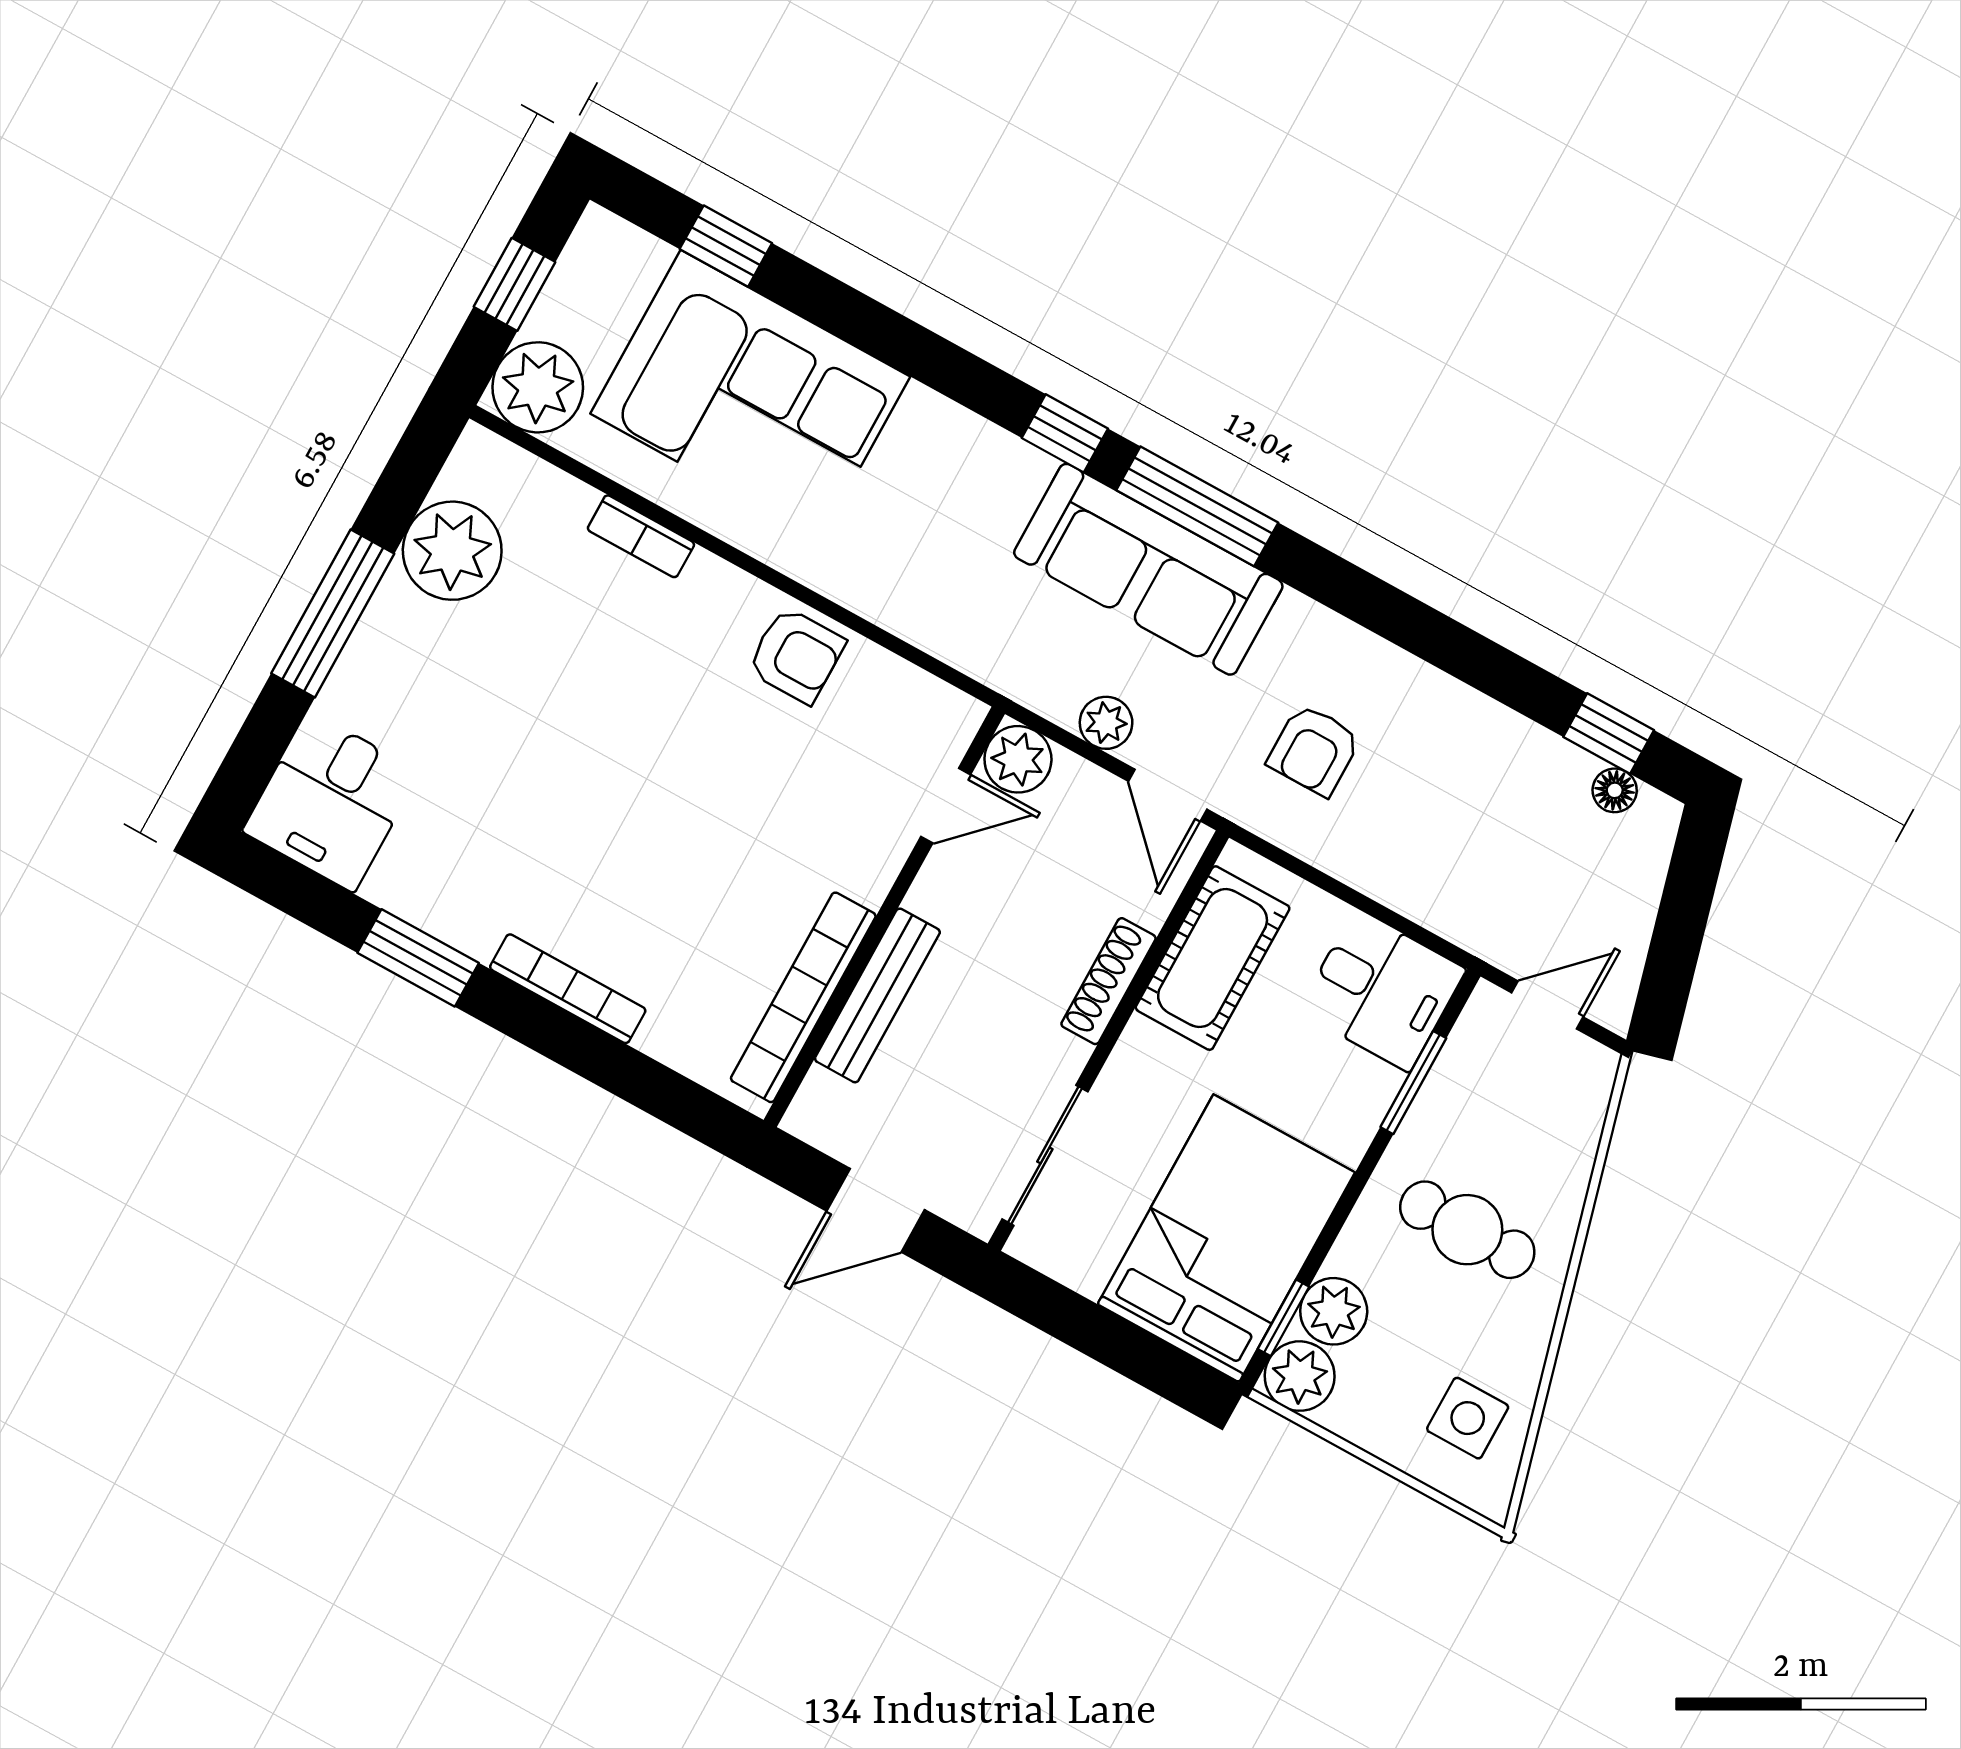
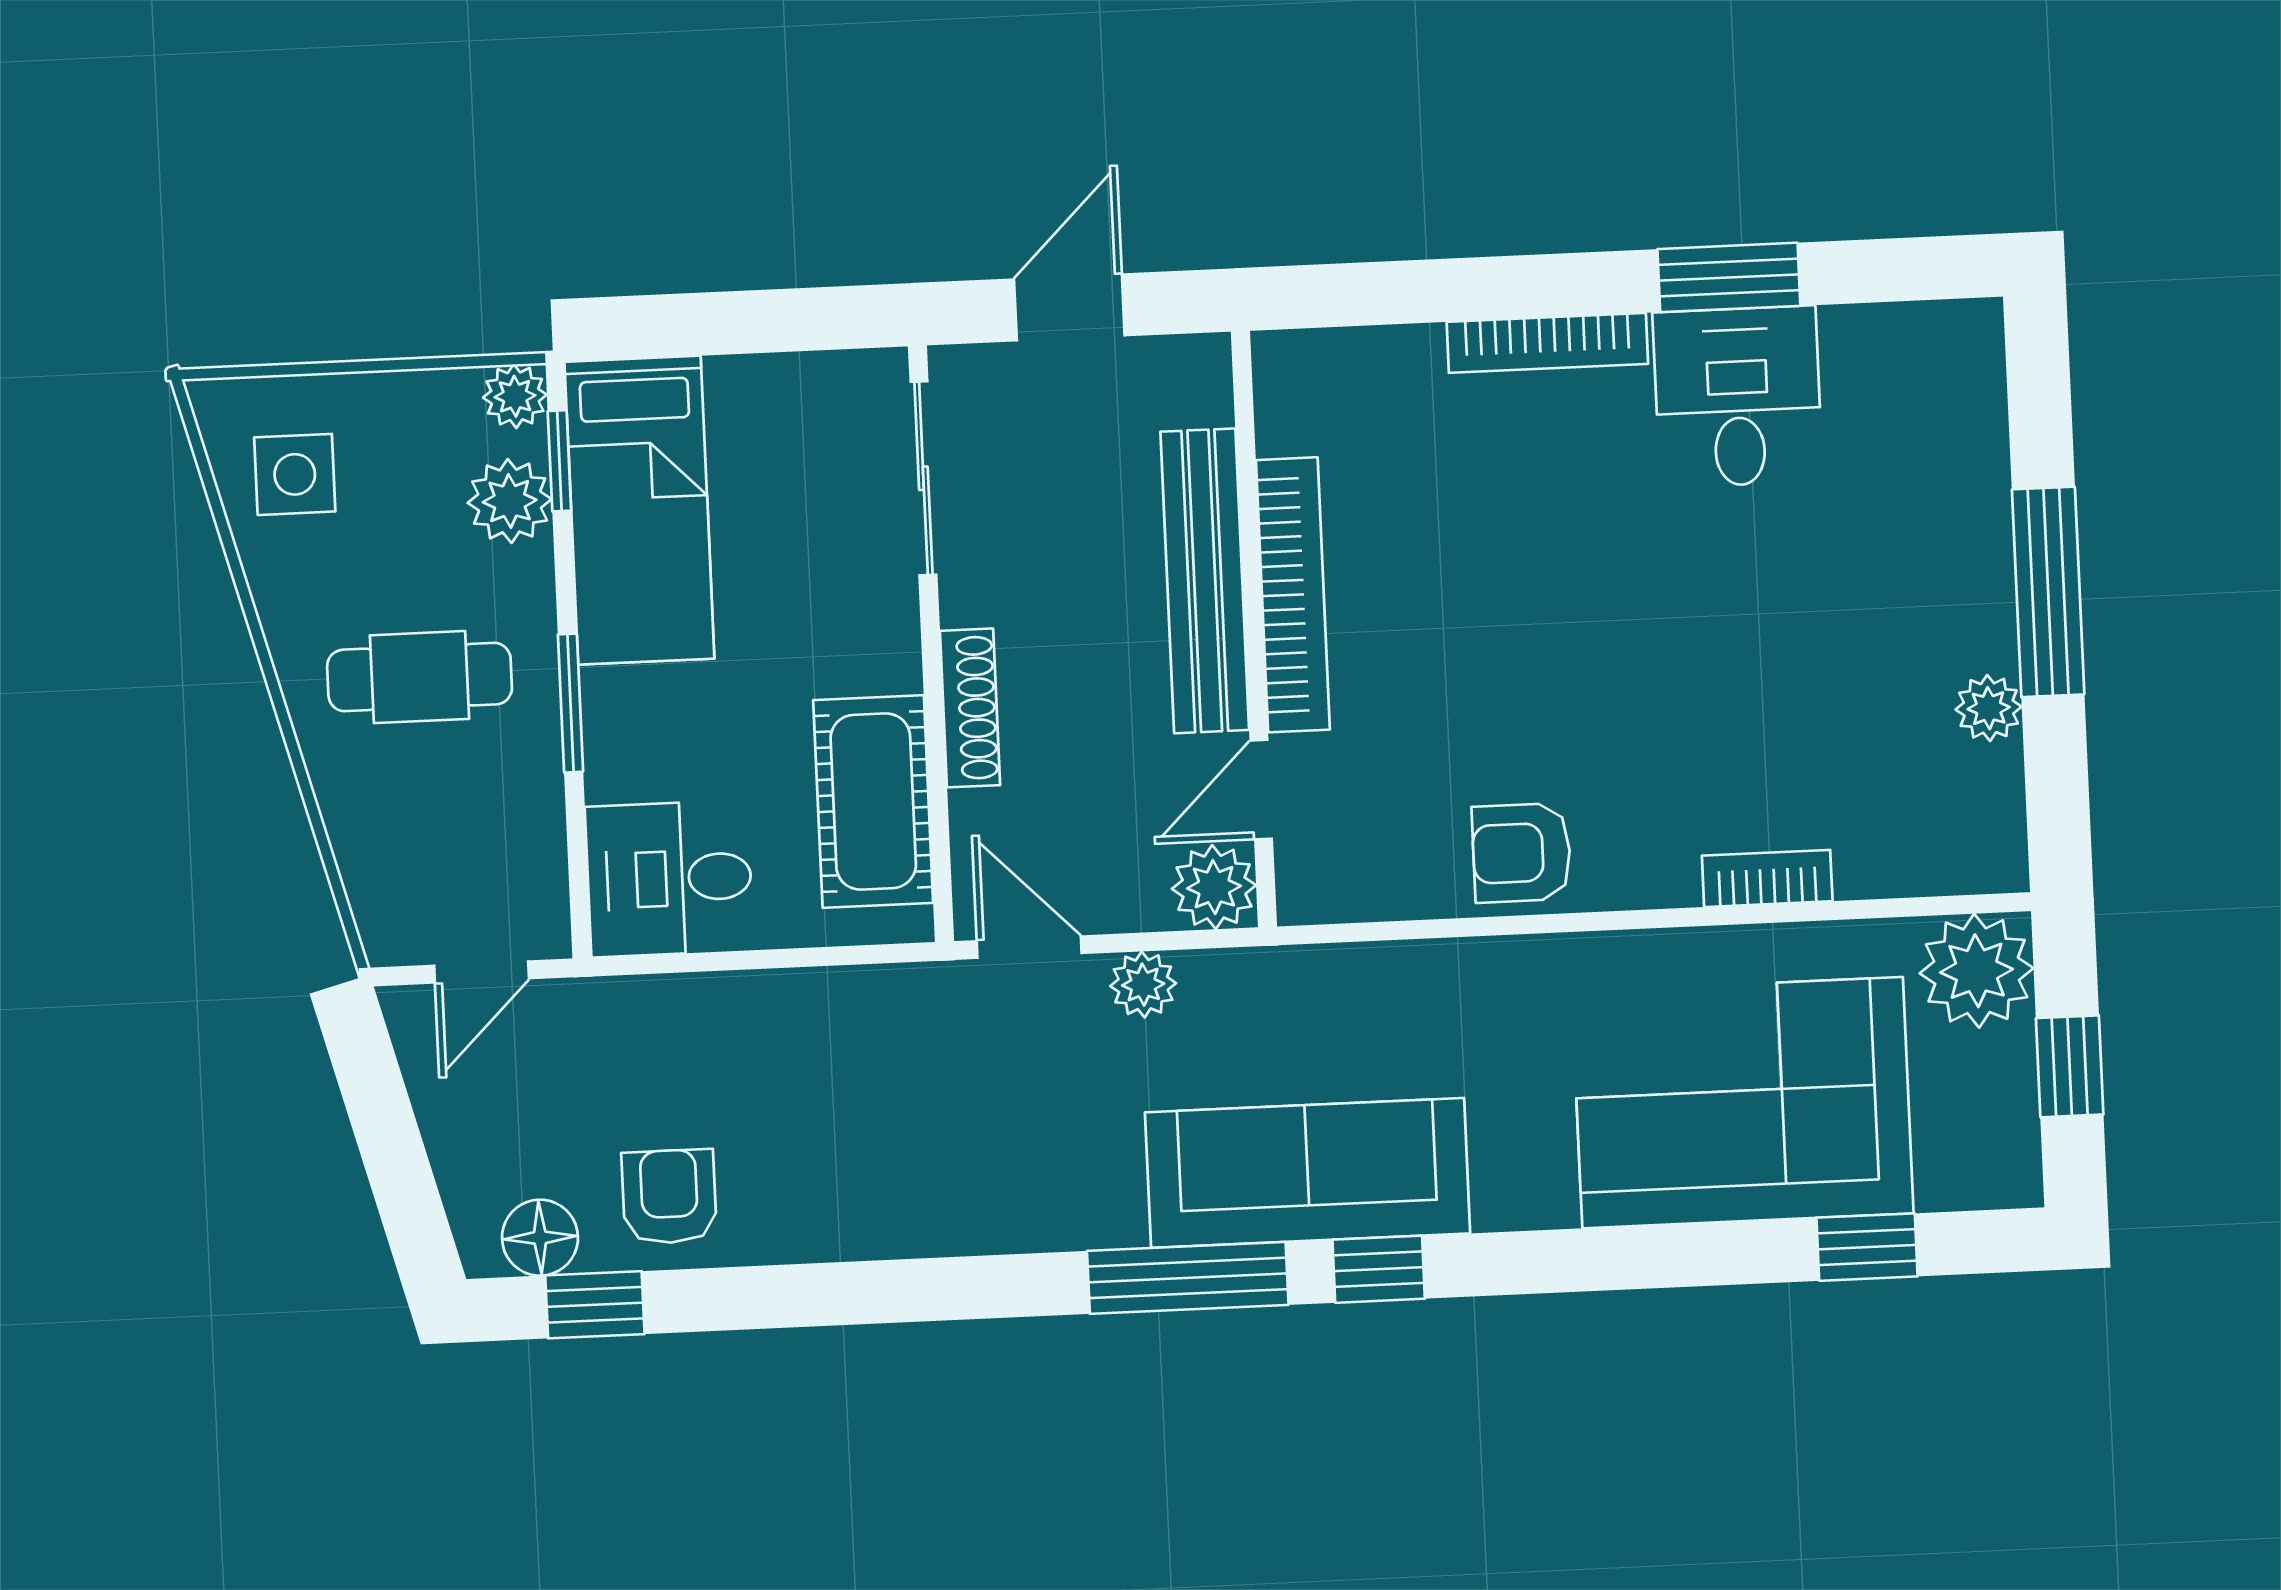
plant: (452, 551) -> (1989, 708), width x0.53, depth x0.53
sofa: (1148, 569) -> (1308, 1173), moved
armchair: (1314, 750) -> (669, 1197), moved
floor lamp: (1615, 790) -> (540, 1238), width x1.37, depth x1.37
desk: (331, 802) -> (1738, 397), moved
bench: (877, 995) -> (1205, 581), width x1.37, depth x1.21
bookcase: (803, 997) -> (1293, 595), moved
window: (1413, 1082) -> (570, 703), moved
bed: (1226, 1238) -> (639, 510), width x0.67
plant: (1300, 1376) -> (515, 396), width x0.73, depth x0.73

